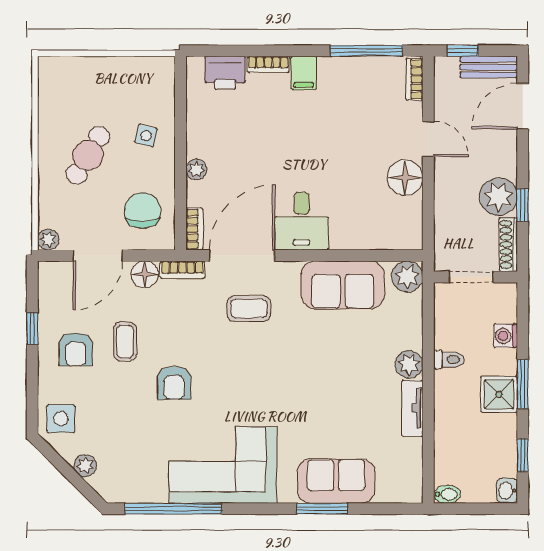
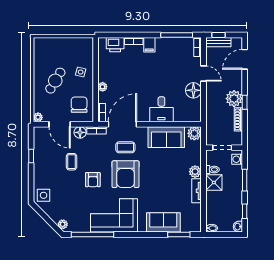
bench: (489, 67) -> (218, 42), moved
desk: (302, 221) -> (161, 109), moved
door: (98, 255) -> (60, 124), hinge flipped
doorway: (471, 277) -> (222, 148), moved
wall: (476, 277) -> (224, 148), moved
armchair: (76, 349) -> (126, 174), moved, width x1.88, depth x1.88
shower: (499, 394) -> (214, 183), moved
plant: (85, 466) -> (63, 224), moved
window: (322, 509) -> (179, 234), moved

